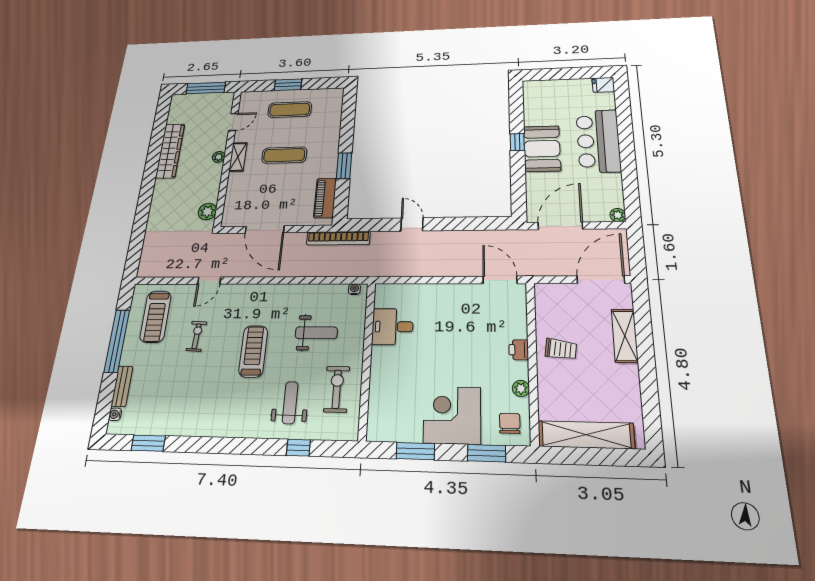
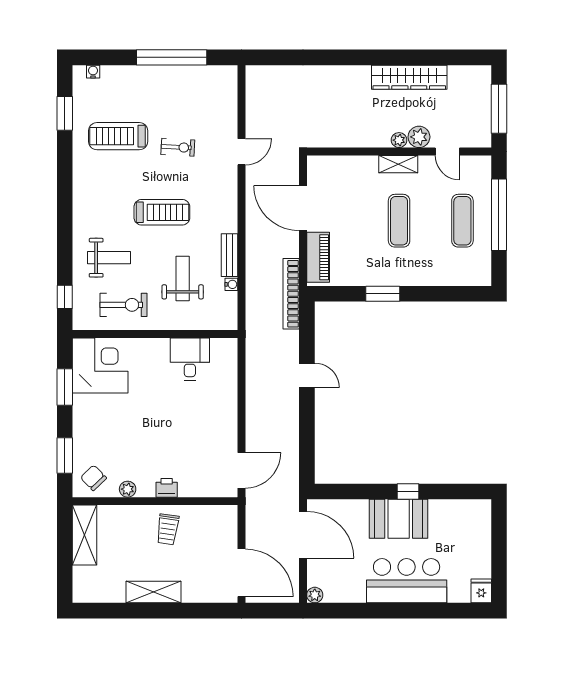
window: (288, 85) -> (499, 215), width x2.11
piano: (325, 198) -> (318, 257), moved, turned 90
plant: (207, 212) -> (419, 137), moved
door: (412, 224) -> (307, 375), hinge flipped
door: (265, 229) -> (303, 208), hinge flipped
door: (209, 281) -> (242, 152), swing flipped
water cooler: (354, 289) -> (231, 284), moved
treadmill: (156, 317) -> (118, 136), moved
weight bench: (316, 333) -> (183, 278), turned 180
shelving: (625, 336) -> (153, 592), moved
bench: (122, 386) -> (229, 255), moved, turned 90
corner desk: (452, 415) -> (100, 366), moved
chair: (510, 423) -> (93, 478), turned -134
shelving: (586, 435) -> (85, 535), width x0.68
window: (298, 448) -> (65, 297), moved

